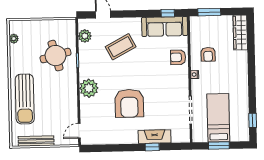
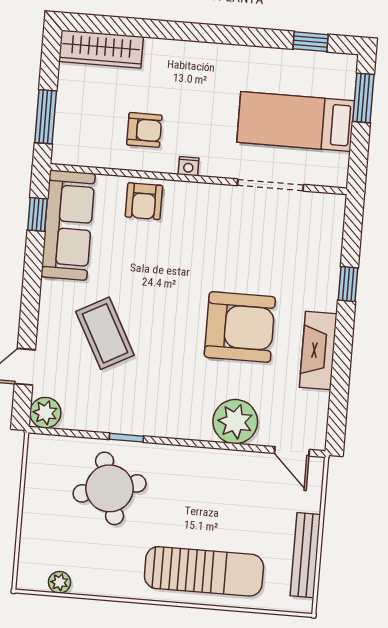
plant: (85, 36) -> (45, 413), moved
plant: (89, 88) -> (235, 422), moved
fireplace: (155, 137) -> (318, 350), moved
window: (219, 145) -> (363, 98), moved

